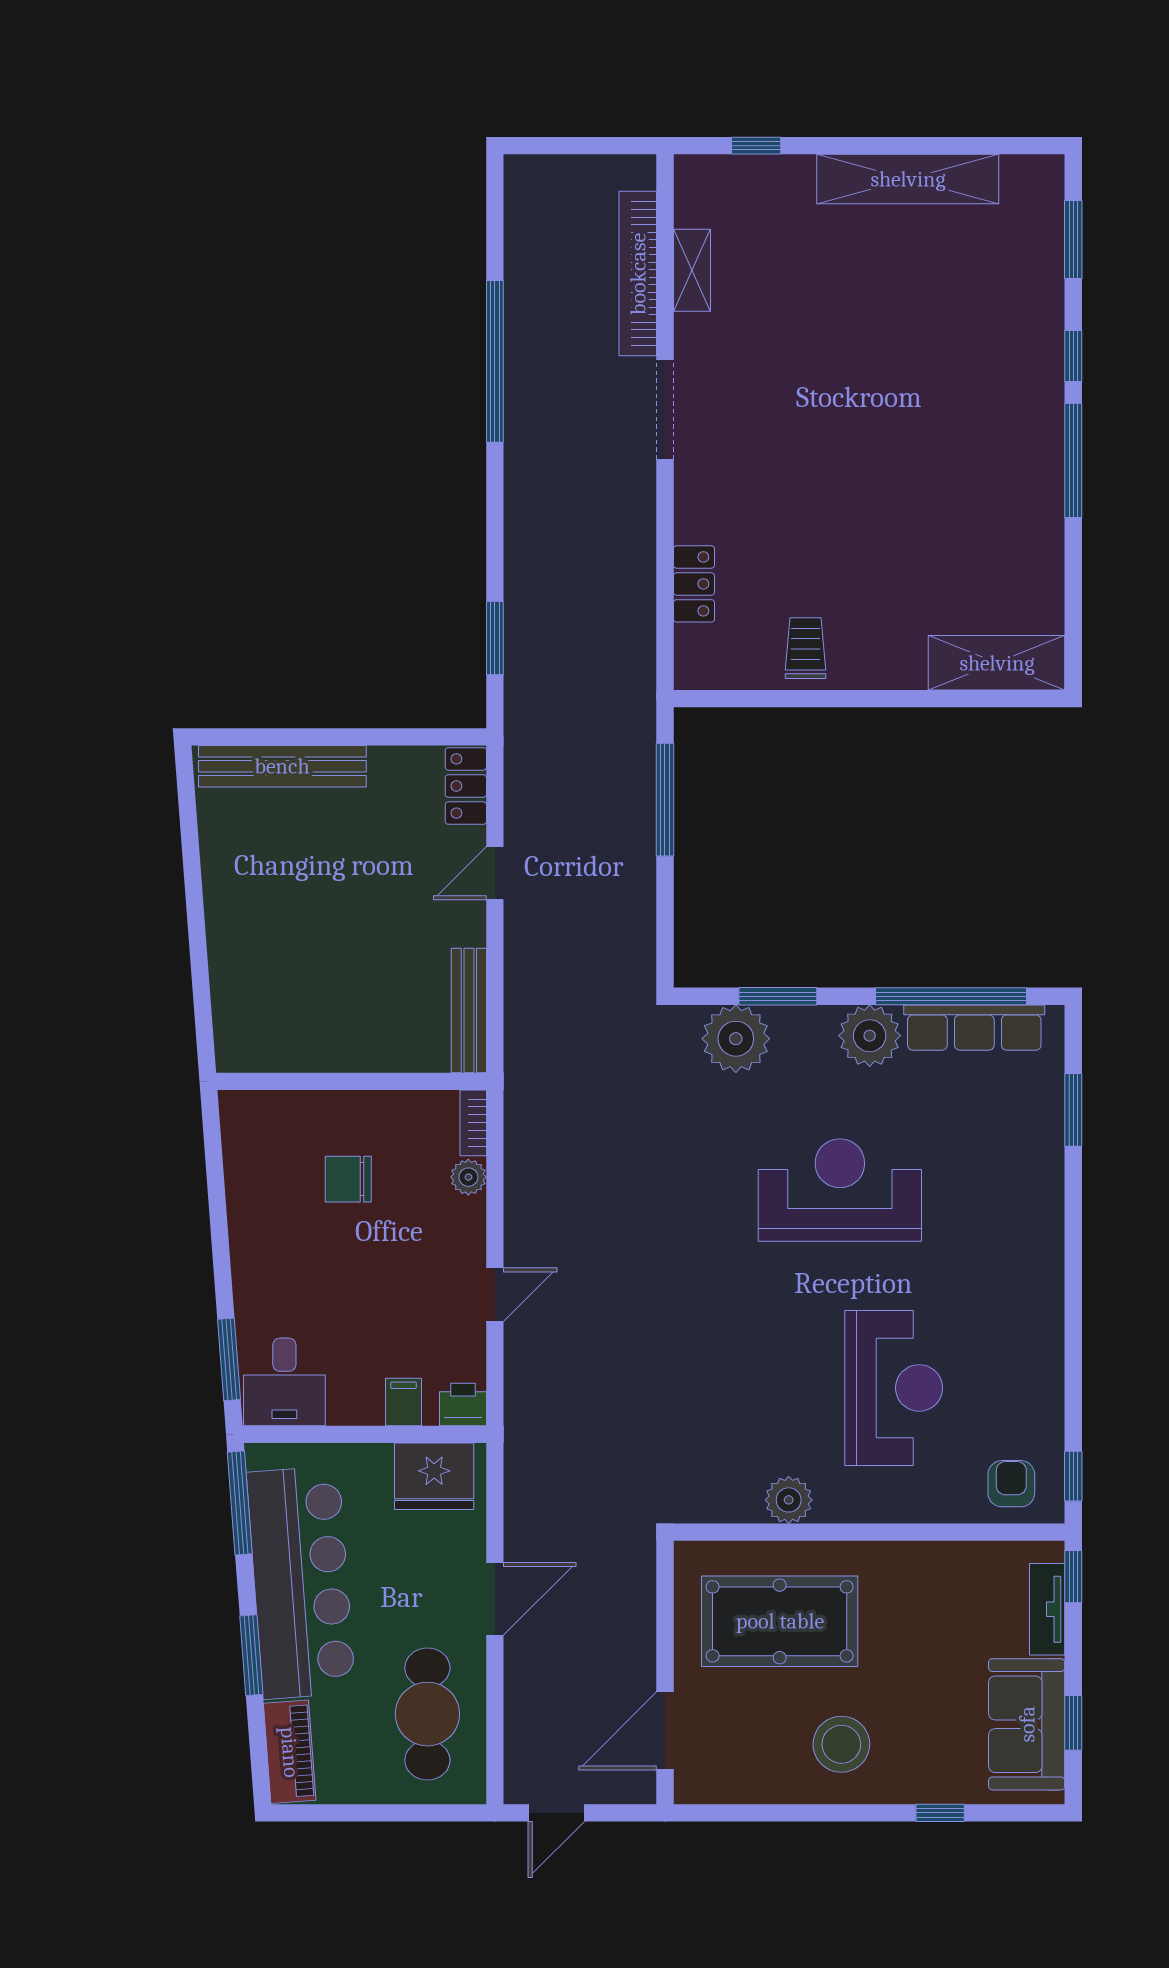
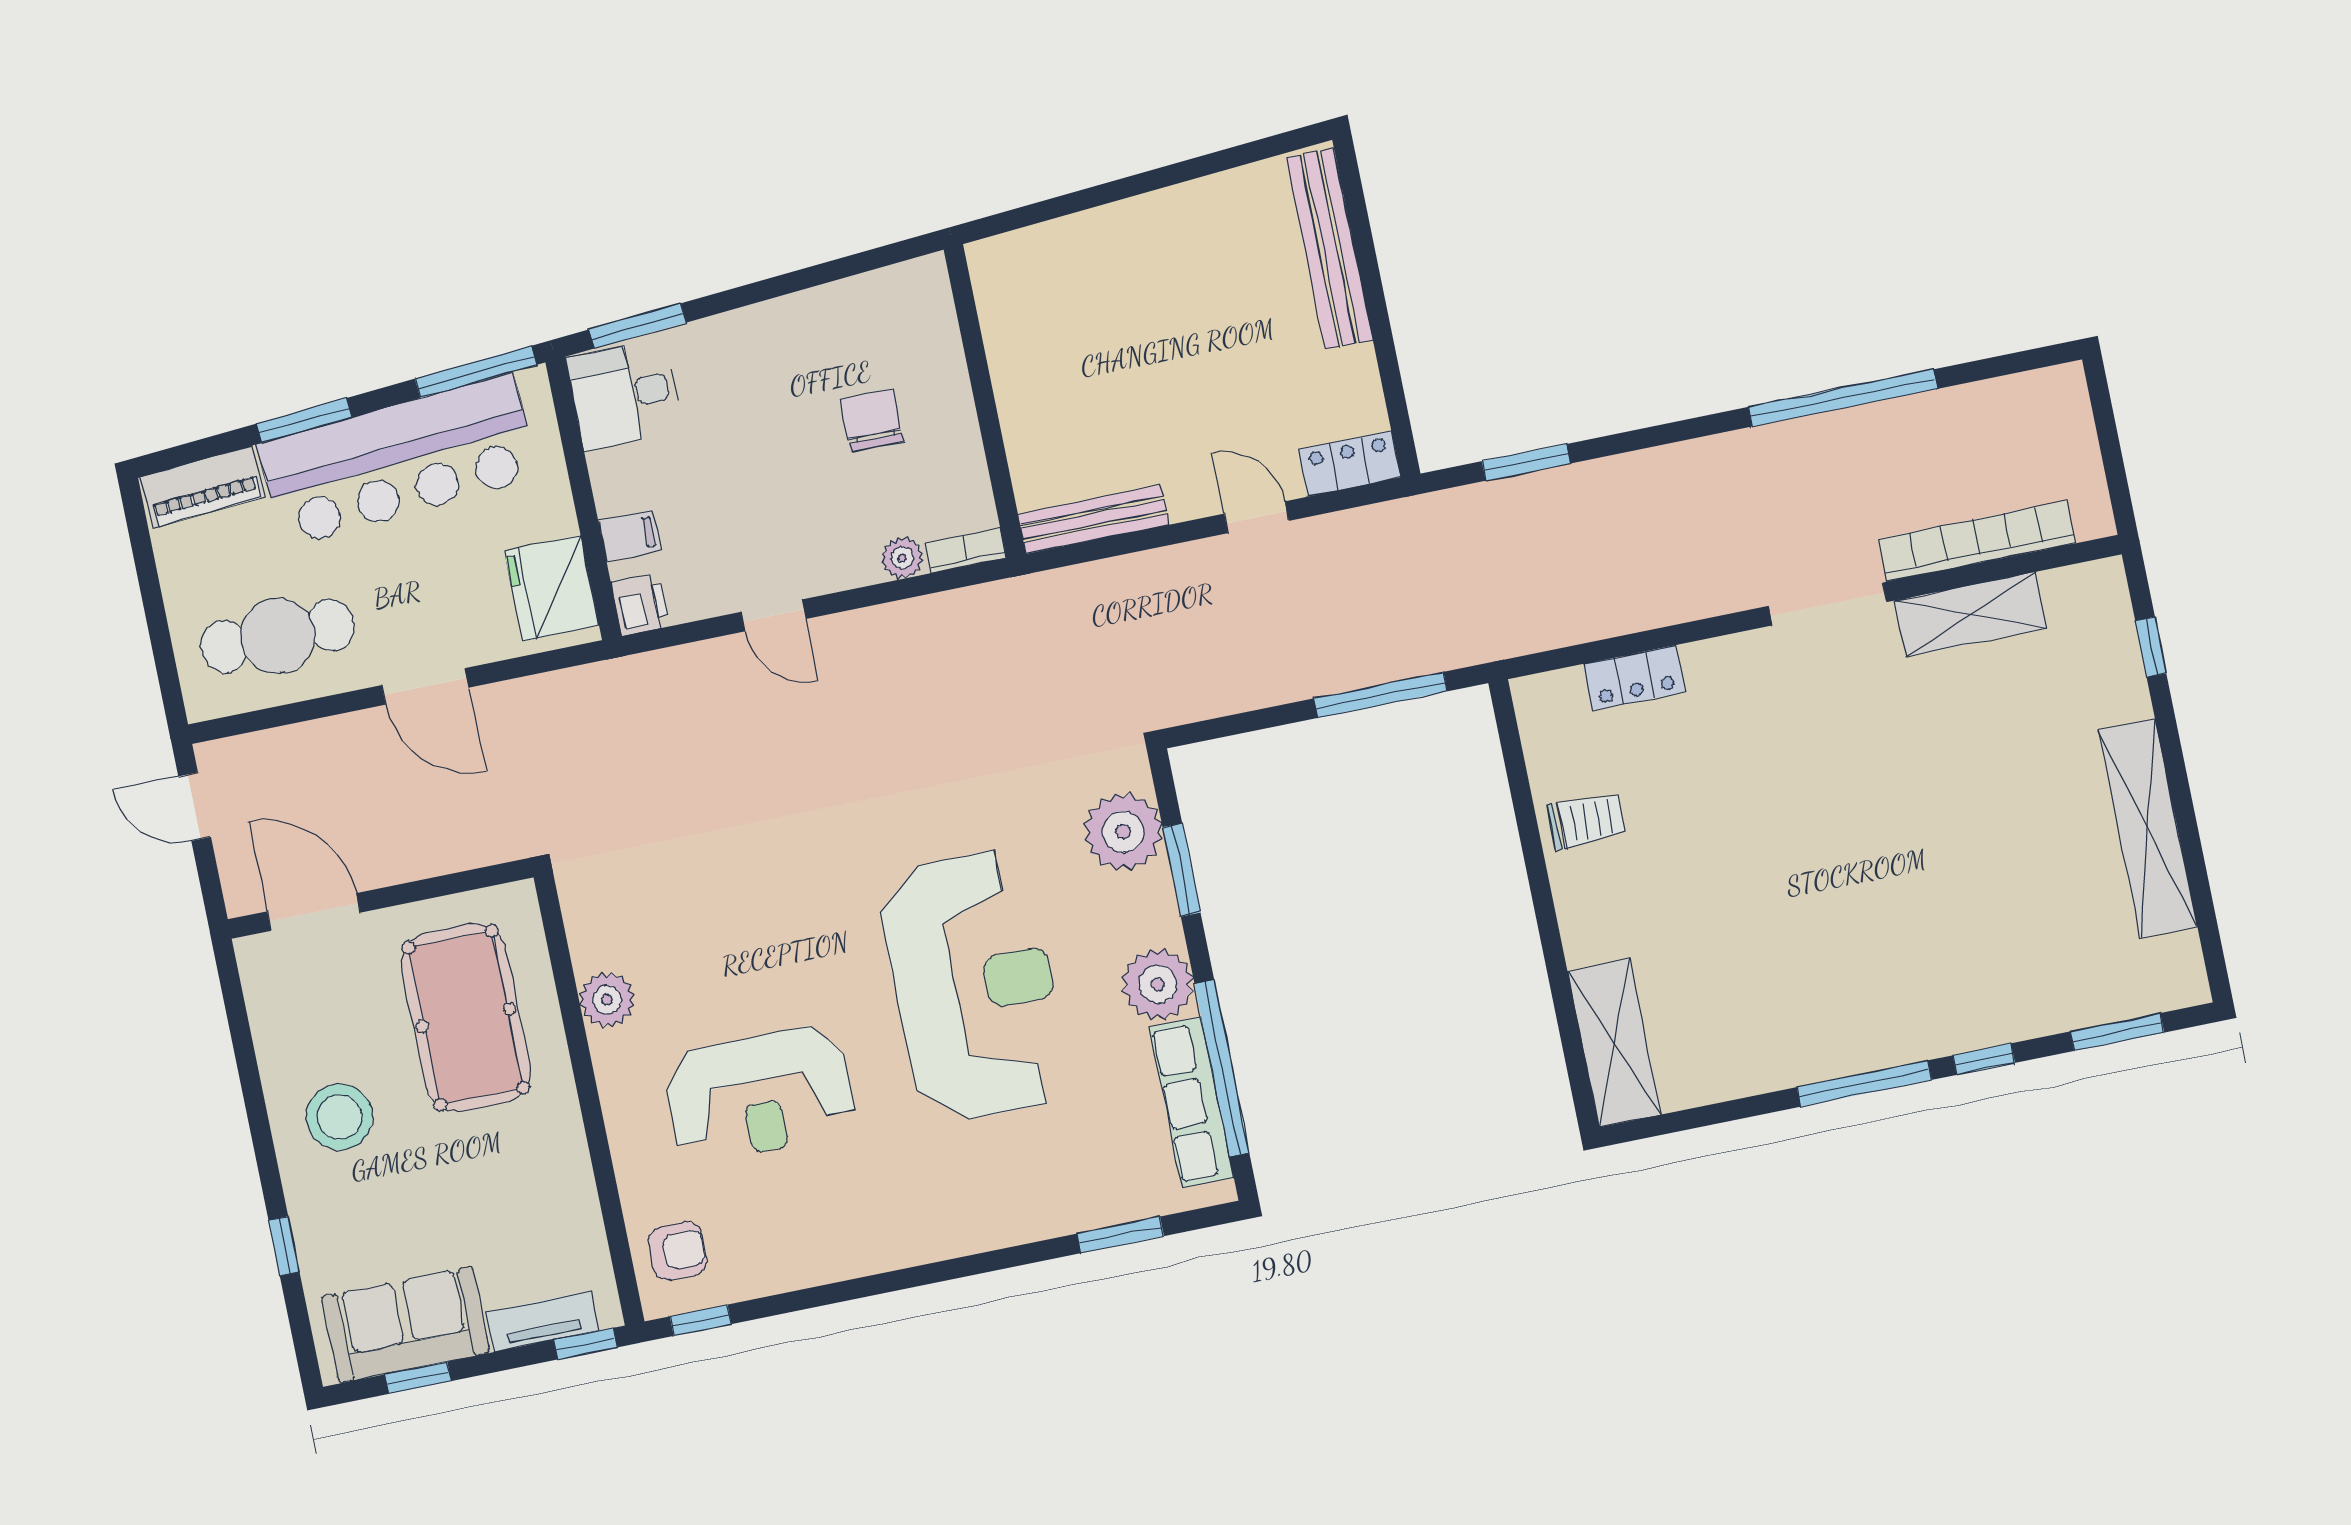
shelving: (692, 270) -> (1971, 614), width x1.50, depth x1.33
reception desk: (840, 1190) -> (974, 986), width x1.36, depth x1.30

